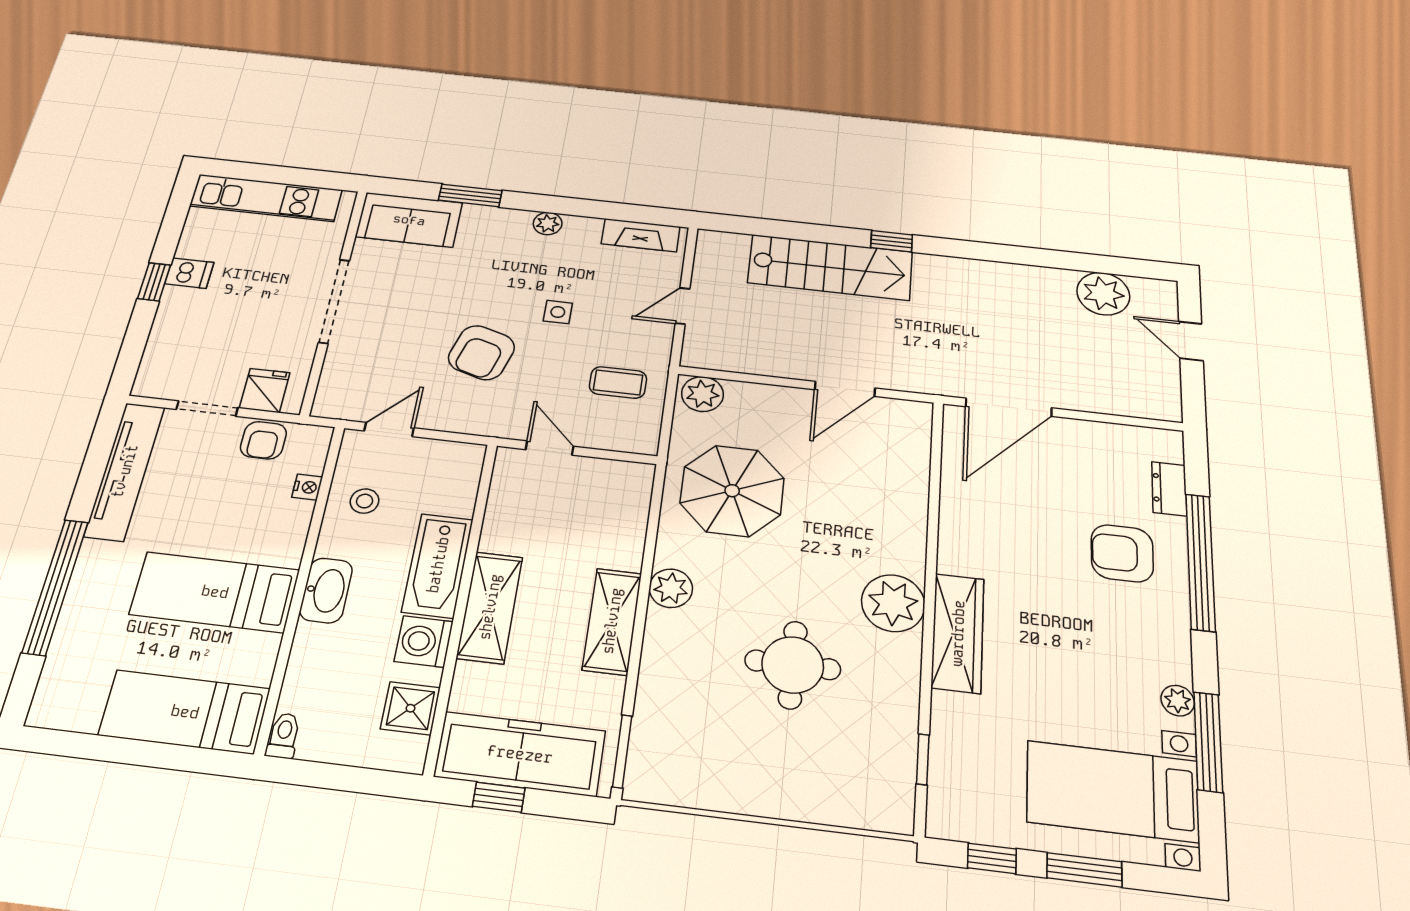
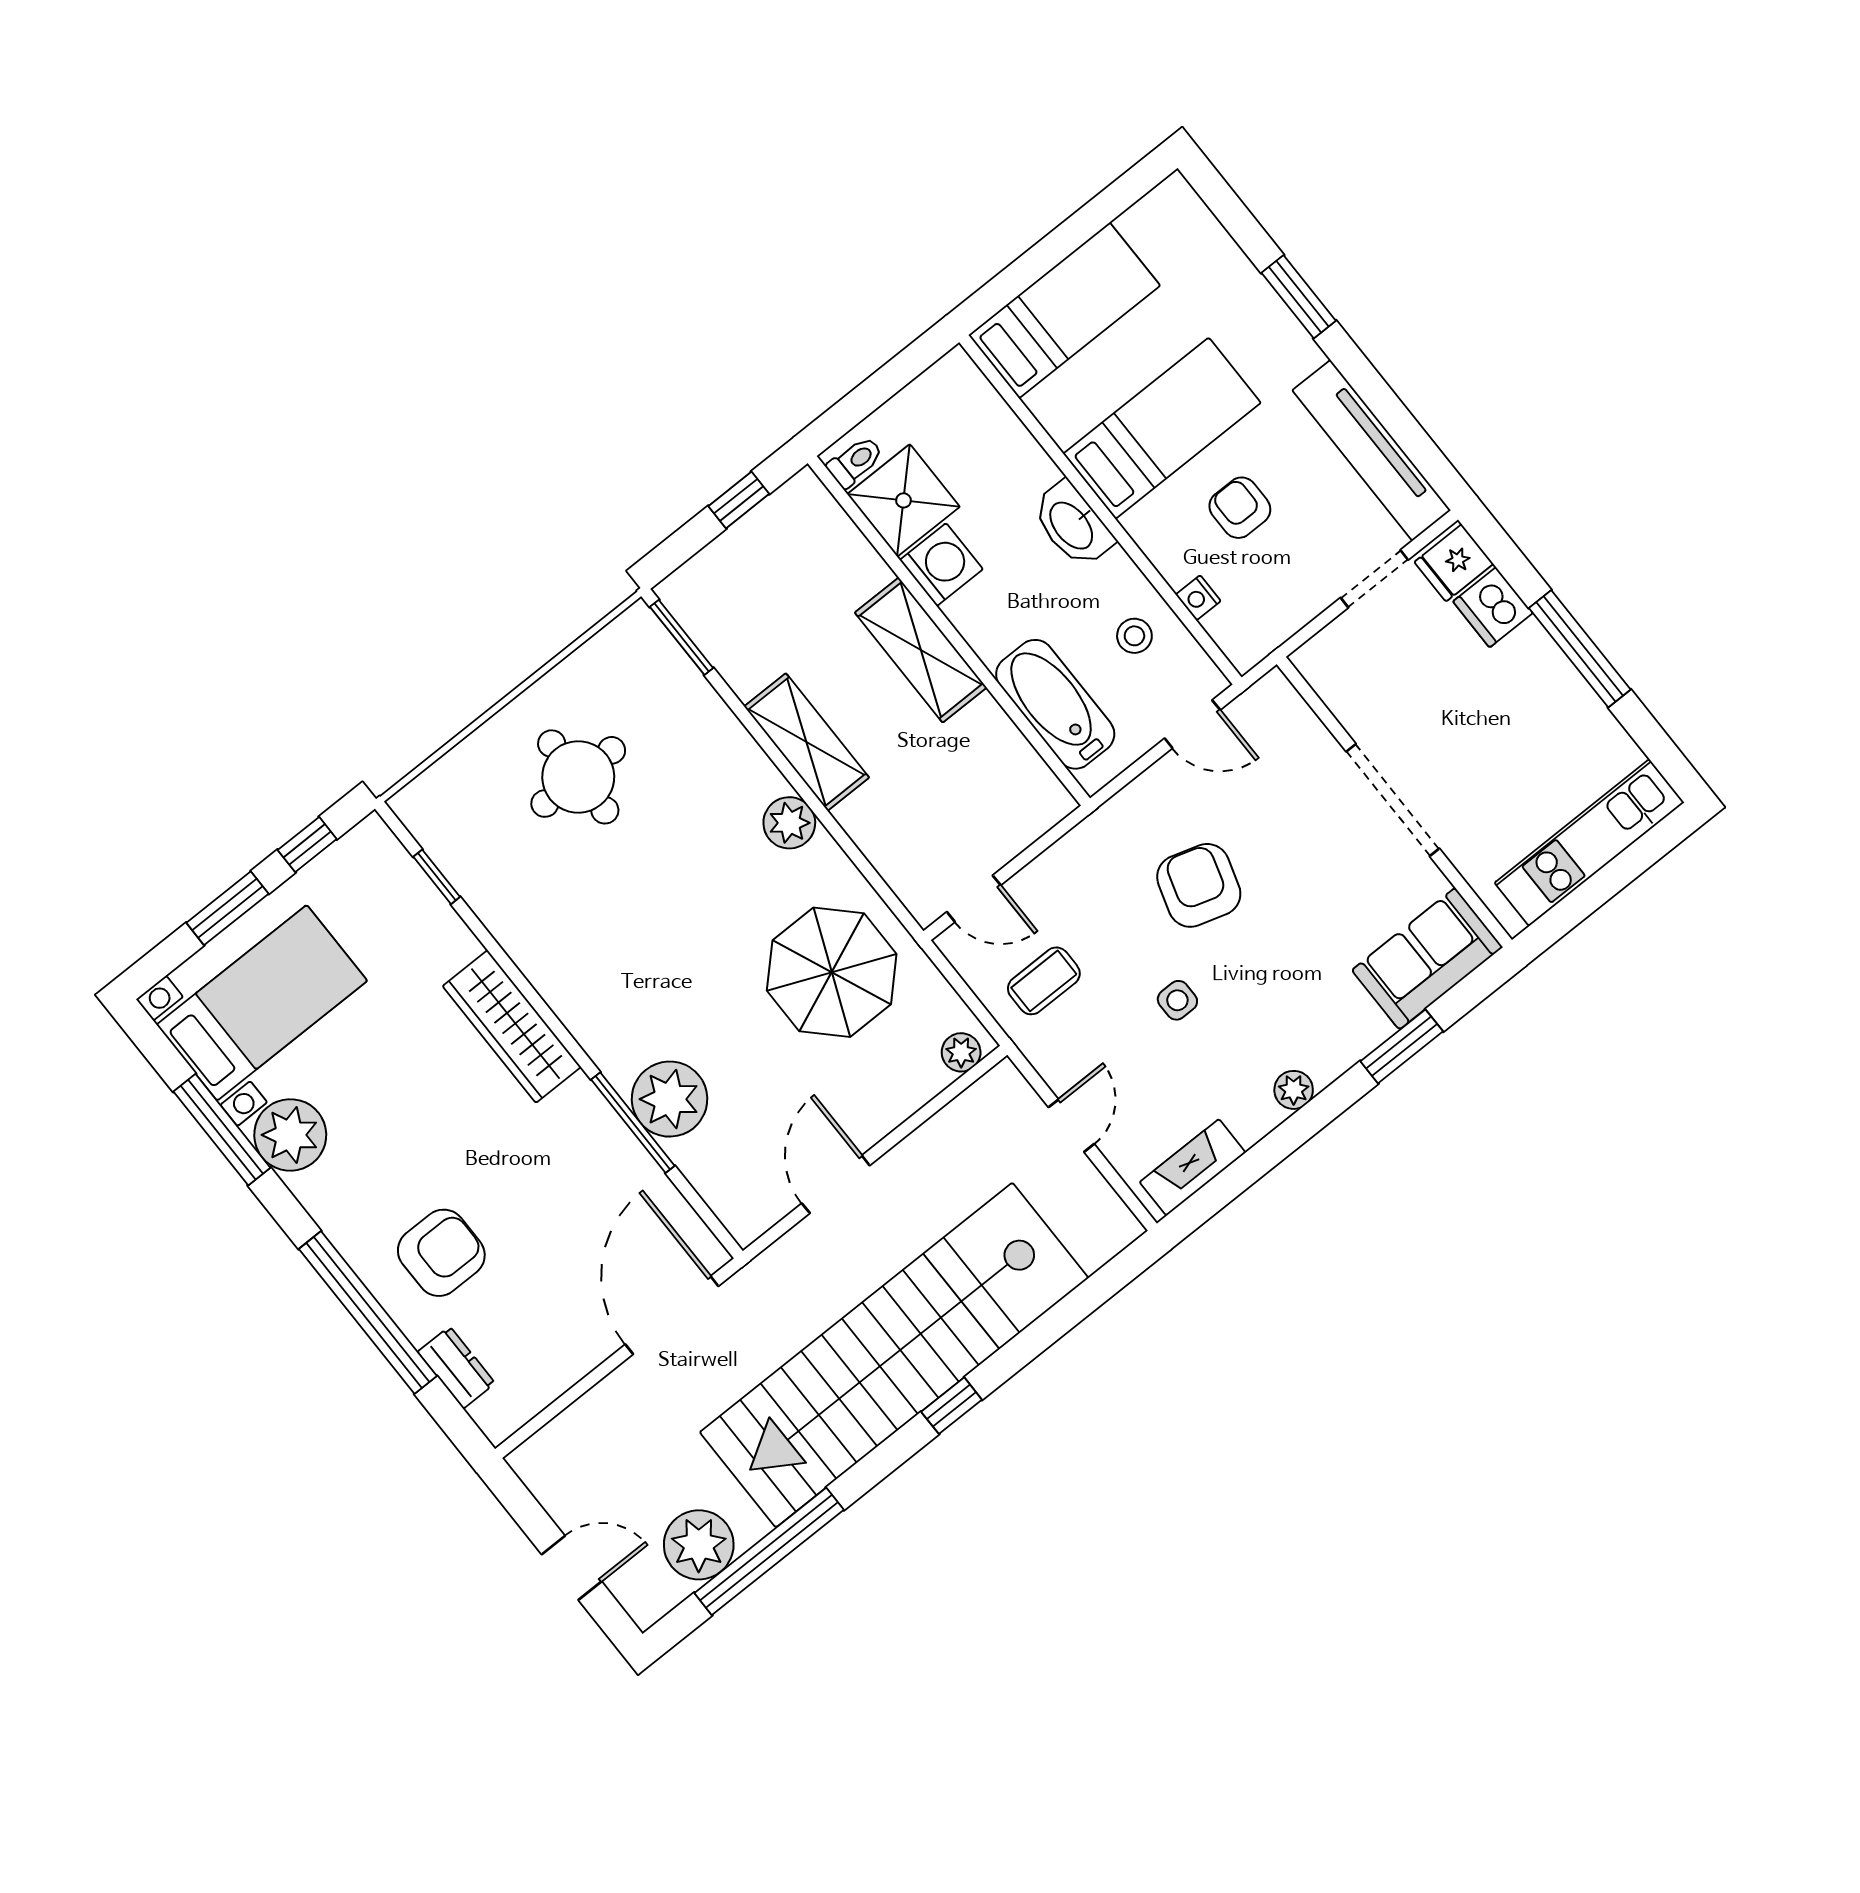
window: (1065, 260) -> (769, 1551), added
stairs: (830, 267) -> (894, 1355), width x1.86, depth x1.51
dishwasher: (189, 273) -> (1493, 607), moved, width x1.38
window: (154, 282) -> (1580, 649), width x2.17
fridge: (265, 390) -> (1454, 563), moved, turned 90
plant: (702, 394) -> (961, 1052), width x0.73, depth x0.73
door: (389, 429) -> (1192, 724), hinge flipped
armchair: (263, 440) -> (1240, 508), moved
door: (550, 448) -> (974, 899), moved
window: (933, 519) -> (633, 1123), added
bathtub: (438, 565) -> (1055, 704), moved
window: (55, 587) -> (1299, 297), width x0.47
plant: (893, 603) -> (670, 1099), moved
round table: (793, 665) -> (578, 777), moved
plant: (1178, 701) -> (290, 1135), width x1.87, depth x1.87
shower: (410, 708) -> (903, 500), width x1.36, depth x1.36
toilet: (283, 736) -> (855, 462), moved, turned -90
freezer: (520, 754) -> (760, 552), removed

